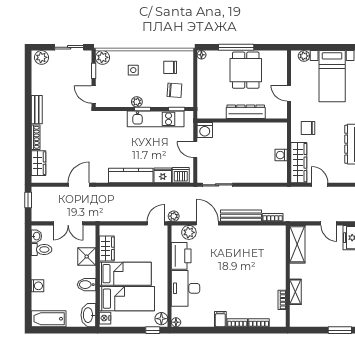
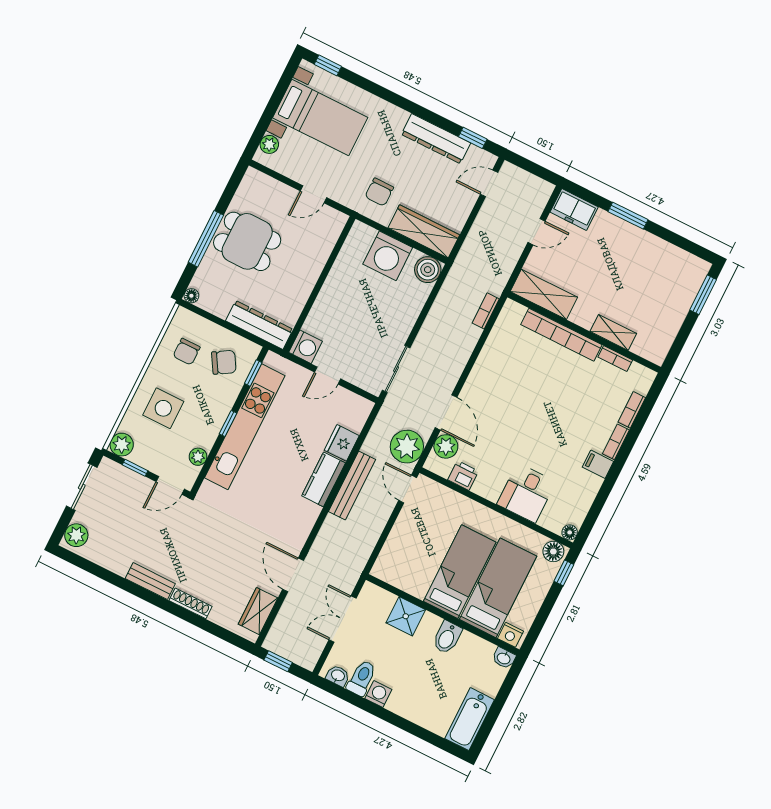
side table: (133, 70) -> (163, 408), width x1.87, depth x1.87
chair: (174, 90) -> (224, 362), turned 55
plant: (137, 102) -> (198, 457), moved
dresser: (246, 112) -> (259, 325), moved, turned 90
kitchen unit: (156, 119) -> (245, 427), width x1.36
washing machine: (281, 155) -> (388, 256), width x1.89, depth x1.89
wardrobe: (38, 163) -> (258, 611), moved, turned -90
kitchen counter: (131, 175) -> (324, 479), width x0.67
dishwasher: (181, 175) -> (355, 416), removed
boiler: (279, 175) -> (428, 270), added
door: (320, 185) -> (489, 183), moved
plant: (174, 216) -> (407, 447), width x1.87, depth x1.87
bench: (241, 216) -> (352, 485), moved
double door: (68, 223) -> (343, 619), swing flipped
door: (207, 223) -> (446, 412), swing flipped
wardrobe: (107, 248) -> (408, 580), removed
printer: (181, 256) -> (463, 475), width x0.53, depth x0.68
bookcase: (280, 264) -> (561, 335), added
washing machine: (37, 286) -> (378, 694), moved
desk: (186, 288) -> (526, 493), width x0.73
washbasin: (88, 315) -> (504, 658), width x0.52, depth x0.69

